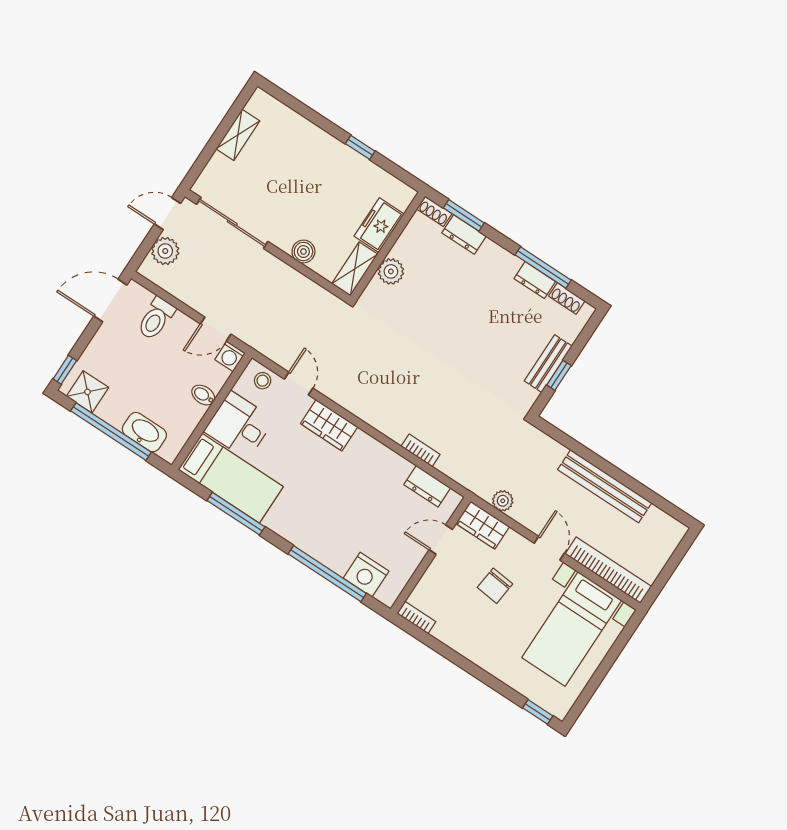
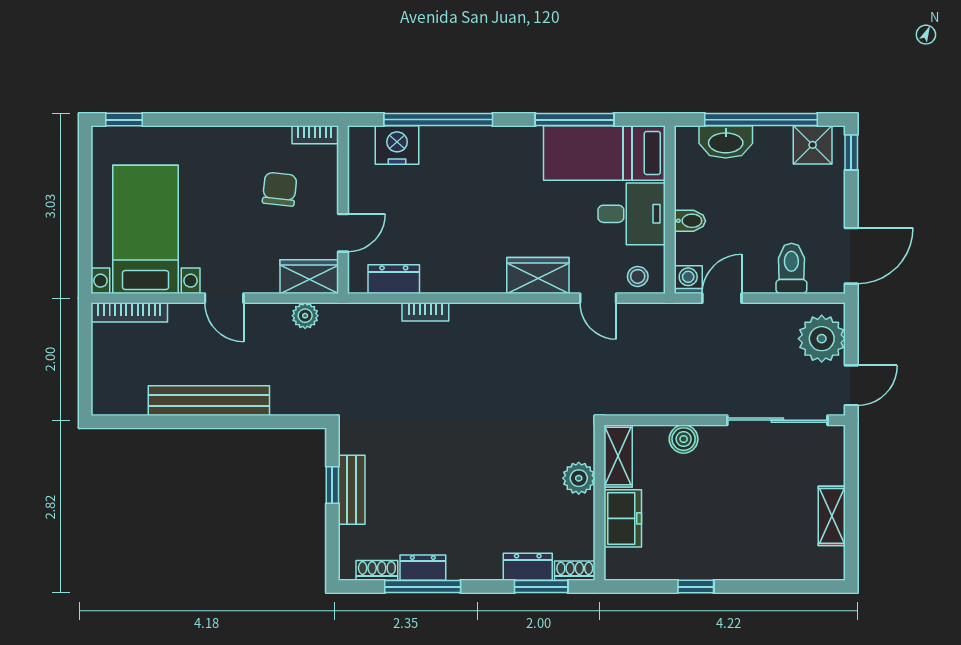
plant: (165, 251) -> (822, 339), width x1.36, depth x1.36
bookcase: (608, 570) -> (129, 312), width x0.68, depth x0.76
chair: (495, 586) -> (280, 189), moved

